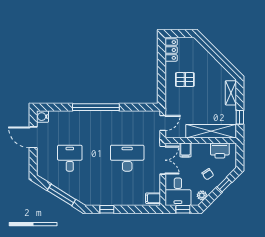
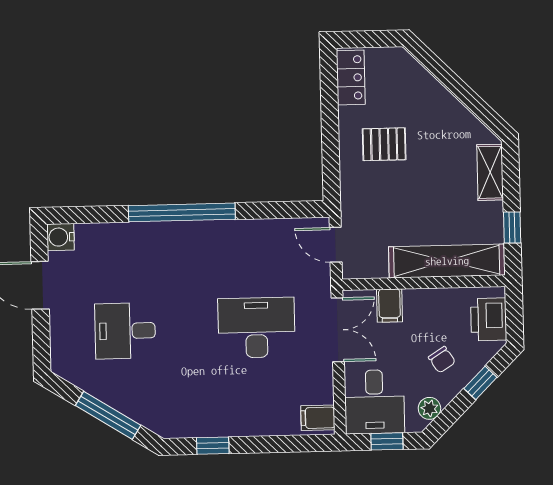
door: (163, 123) -> (336, 245), swing flipped
printer: (220, 150) -> (489, 319), moved, turned 90
desk: (70, 158) -> (125, 331), turned -90

